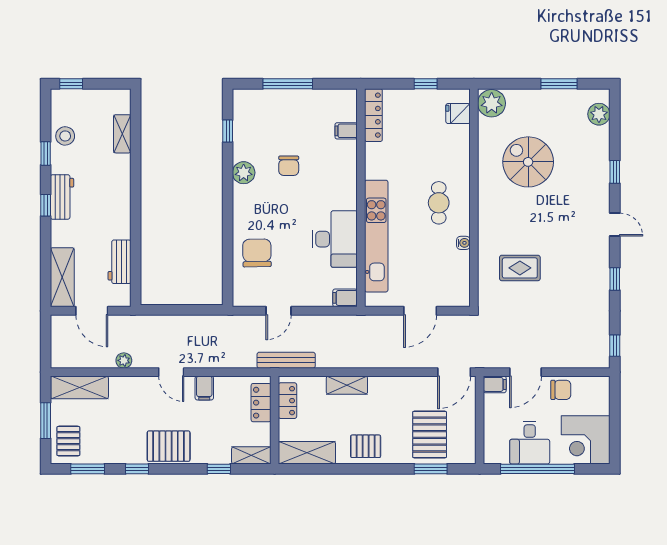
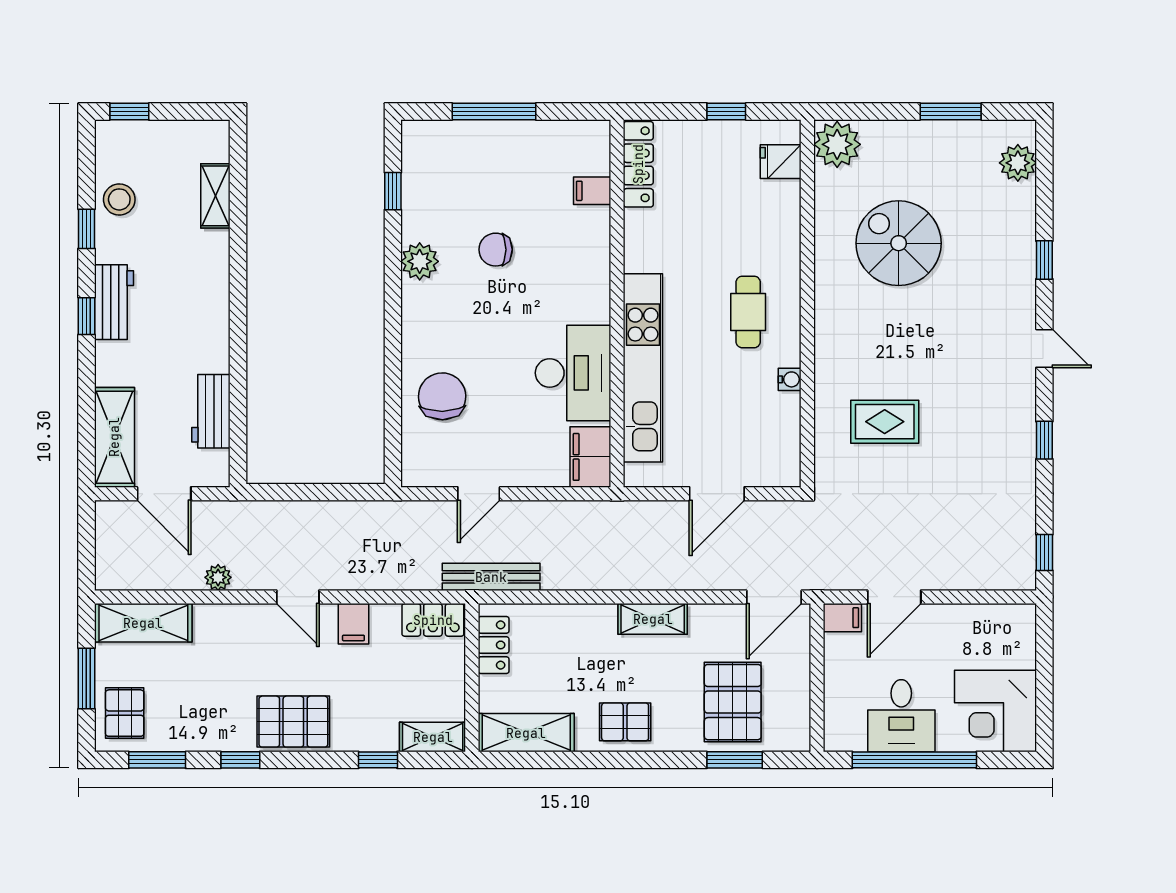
chair: (289, 166) -> (496, 250), turned 90
filing cabinet: (345, 298) -> (590, 457), width x2.00
shelving: (347, 385) -> (653, 619), moved
chair: (561, 390) -> (954, 627), removed
locker: (261, 403) -> (433, 620), moved, turned -90

